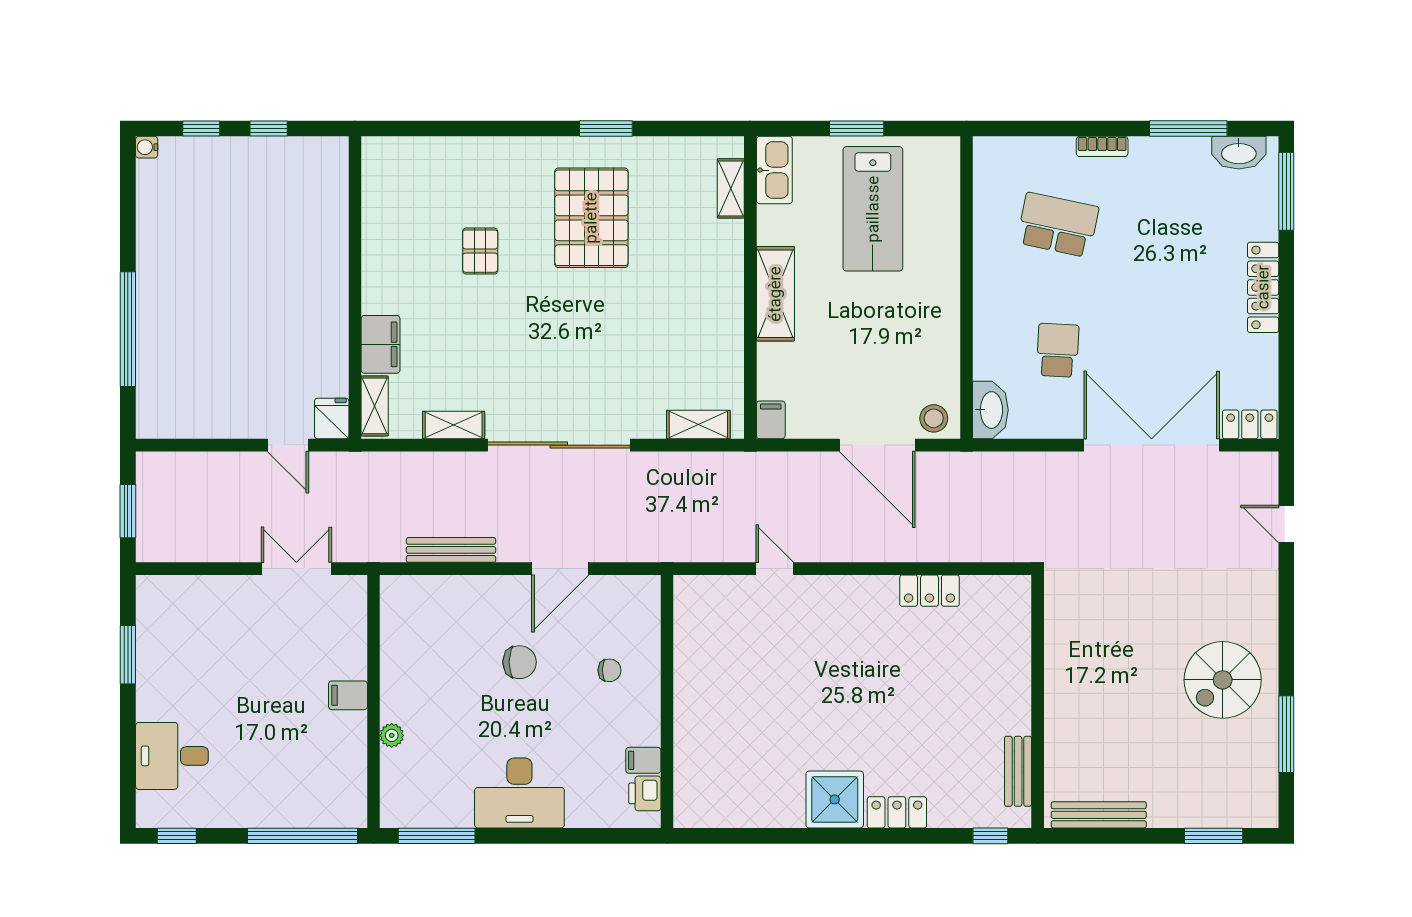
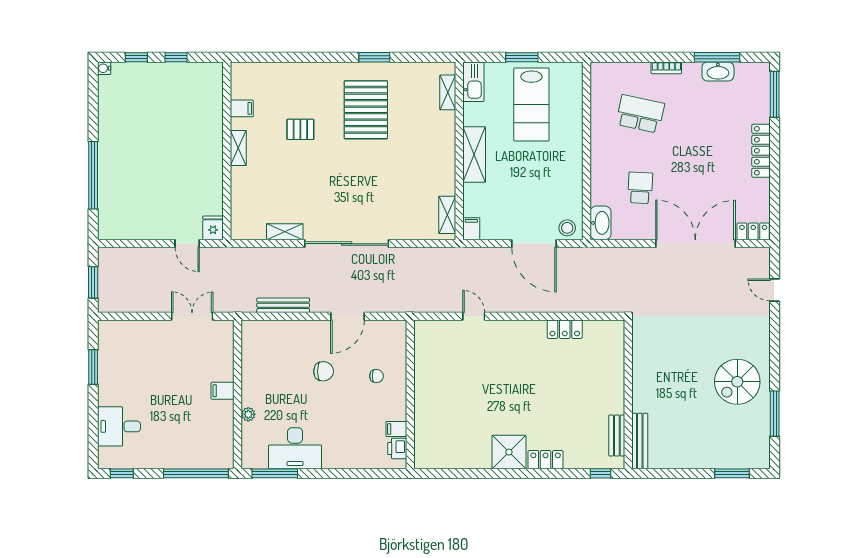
washbasin: (1239, 153) -> (718, 71), moved
pallet: (480, 251) -> (300, 129), turned 90
filing cabinet: (381, 344) -> (242, 108), moved, width x0.50
shelving: (375, 406) -> (238, 148), moved
shelving: (698, 425) -> (447, 215), moved, turned 90
desk: (519, 793) -> (295, 448), moved
bench: (1099, 815) -> (640, 441), moved, turned 90

